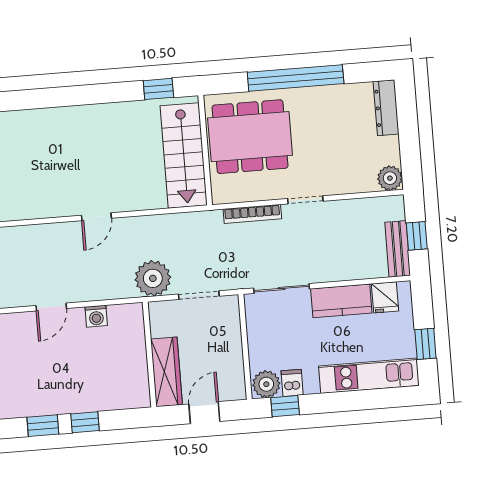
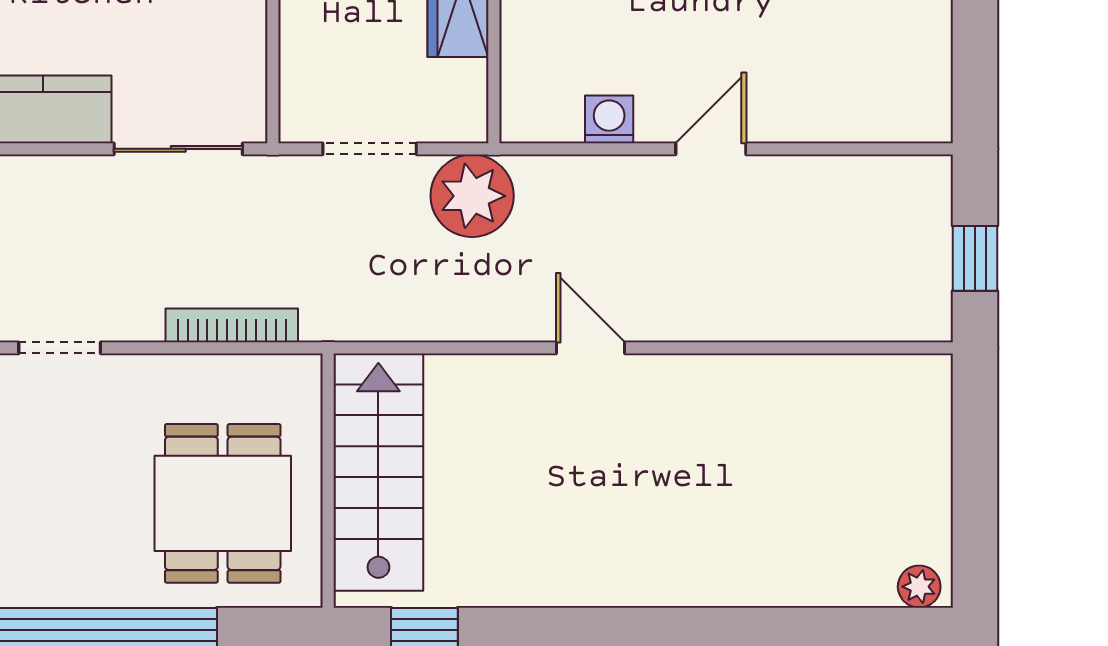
dining table: (250, 137) -> (223, 503), width x0.73
doorway: (305, 200) -> (60, 348), moved
door: (96, 217) -> (590, 348), hinge flipped

